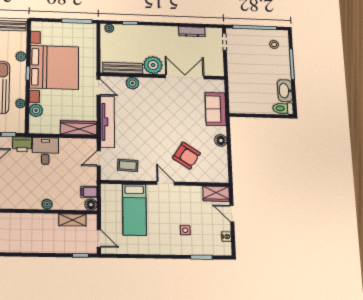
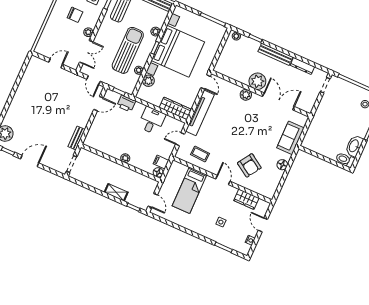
bench: (123, 68) -> (275, 54), moved
plant: (132, 83) -> (246, 95), moved
desk: (45, 151) -> (152, 121), moved
wardrobe: (216, 194) -> (246, 199), moved
shelving: (72, 220) -> (116, 192), moved

